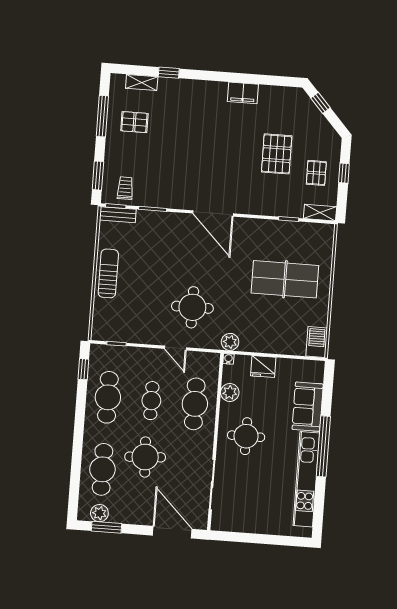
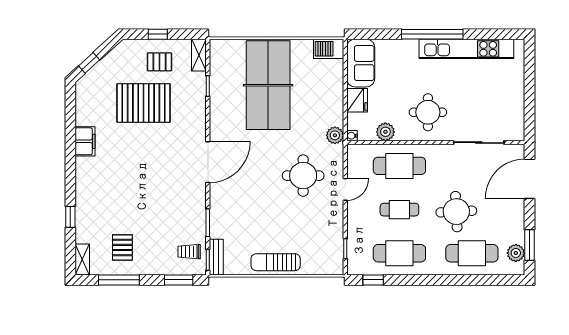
shelving: (142, 82) -> (82, 259), moved
pallet: (277, 154) -> (144, 103), width x1.37, depth x1.41
table tennis table: (285, 279) -> (268, 85), width x1.36, depth x1.32
sofa: (308, 407) -> (361, 63), moved, turned -90

